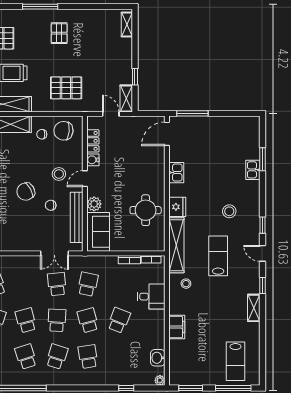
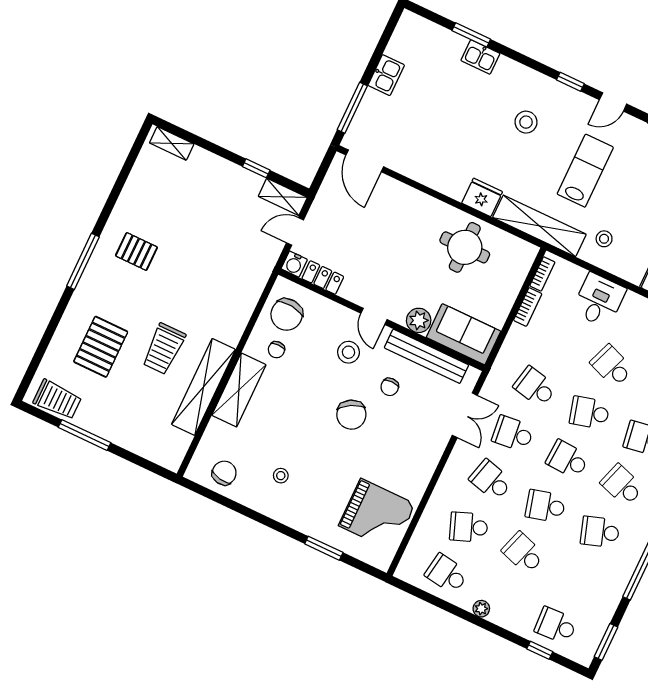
pallet: (66, 88) -> (224, 280), removed
water cooler: (93, 160) -> (294, 264), moved
kitchen sink: (176, 173) -> (386, 75), moved, turned 90
lab bench: (218, 256) -> (585, 171), turned 90
school desk: (26, 284) -> (491, 480), added

